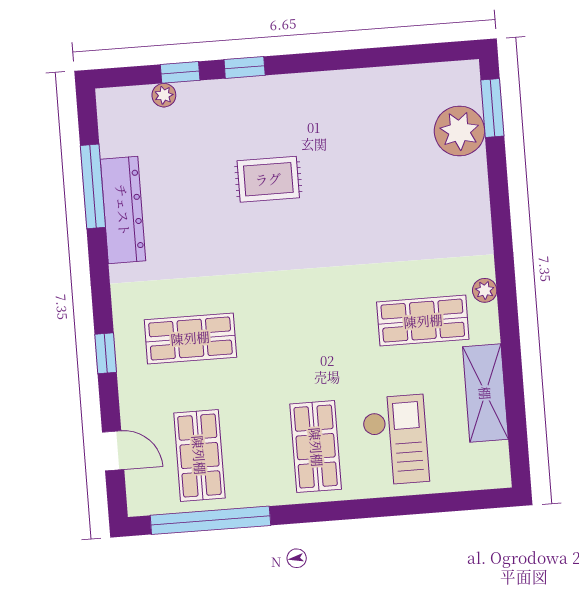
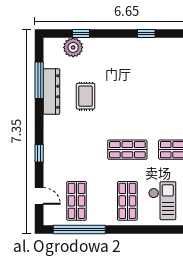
window: (245, 67) -> (146, 34), moved
plant: (164, 95) -> (73, 47), width x1.88, depth x1.88
rug: (268, 179) -> (86, 96), moved, turned 90
shop shelf: (190, 338) -> (127, 150), moved

